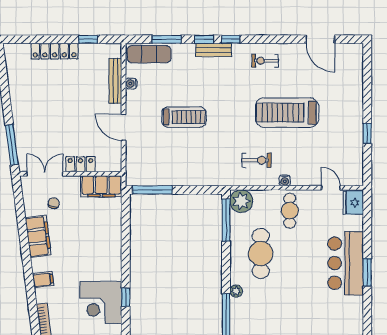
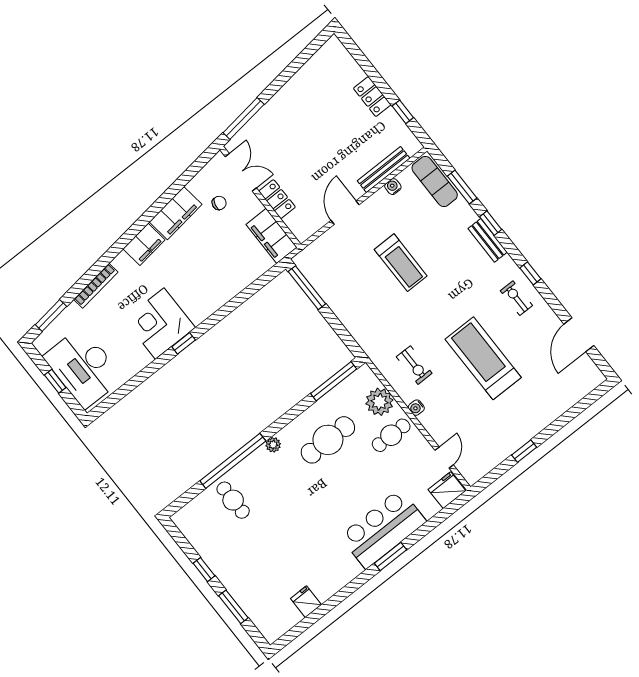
window: (231, 39) -> (530, 273), moved
locker: (55, 51) -> (372, 97), width x0.66
plant: (241, 201) -> (379, 402), moved
filing cabinet: (43, 280) -> (144, 244), width x2.00

